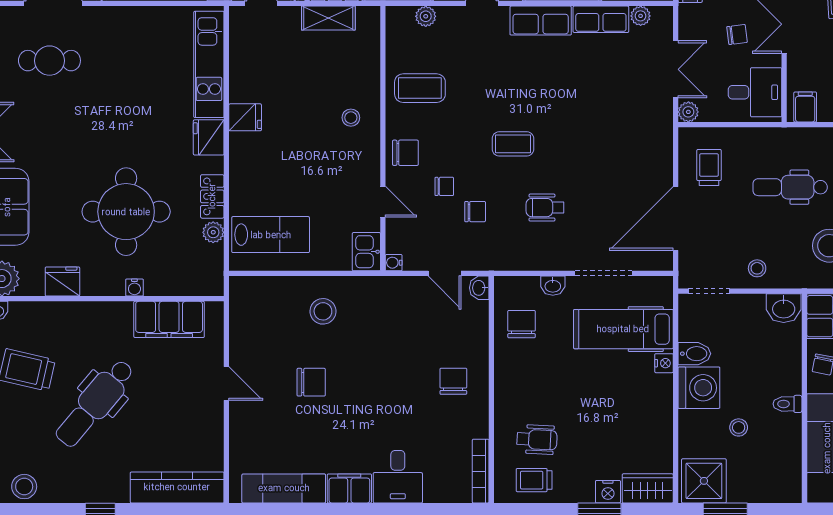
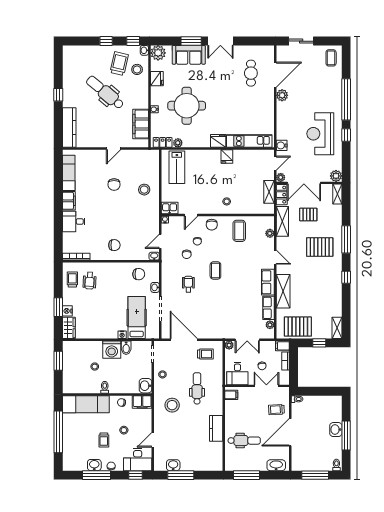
locker: (212, 196) -> (163, 142), moved
shower: (704, 481) -> (72, 352), removed
stool: (24, 487) -> (137, 69), moved

